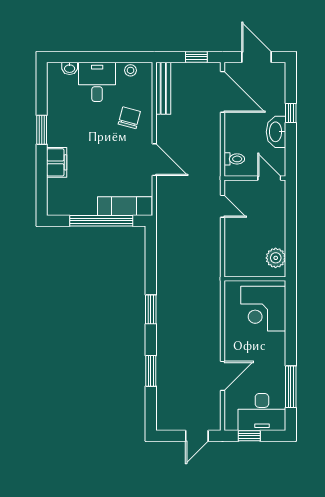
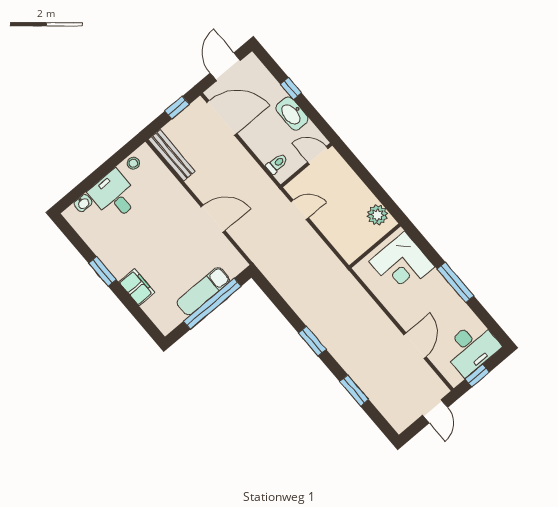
door: (257, 57) -> (225, 67), hinge flipped
chair: (129, 118) -> (165, 202), removed
exam couch: (125, 206) -> (203, 291), moved
window: (291, 387) -> (455, 282), moved

